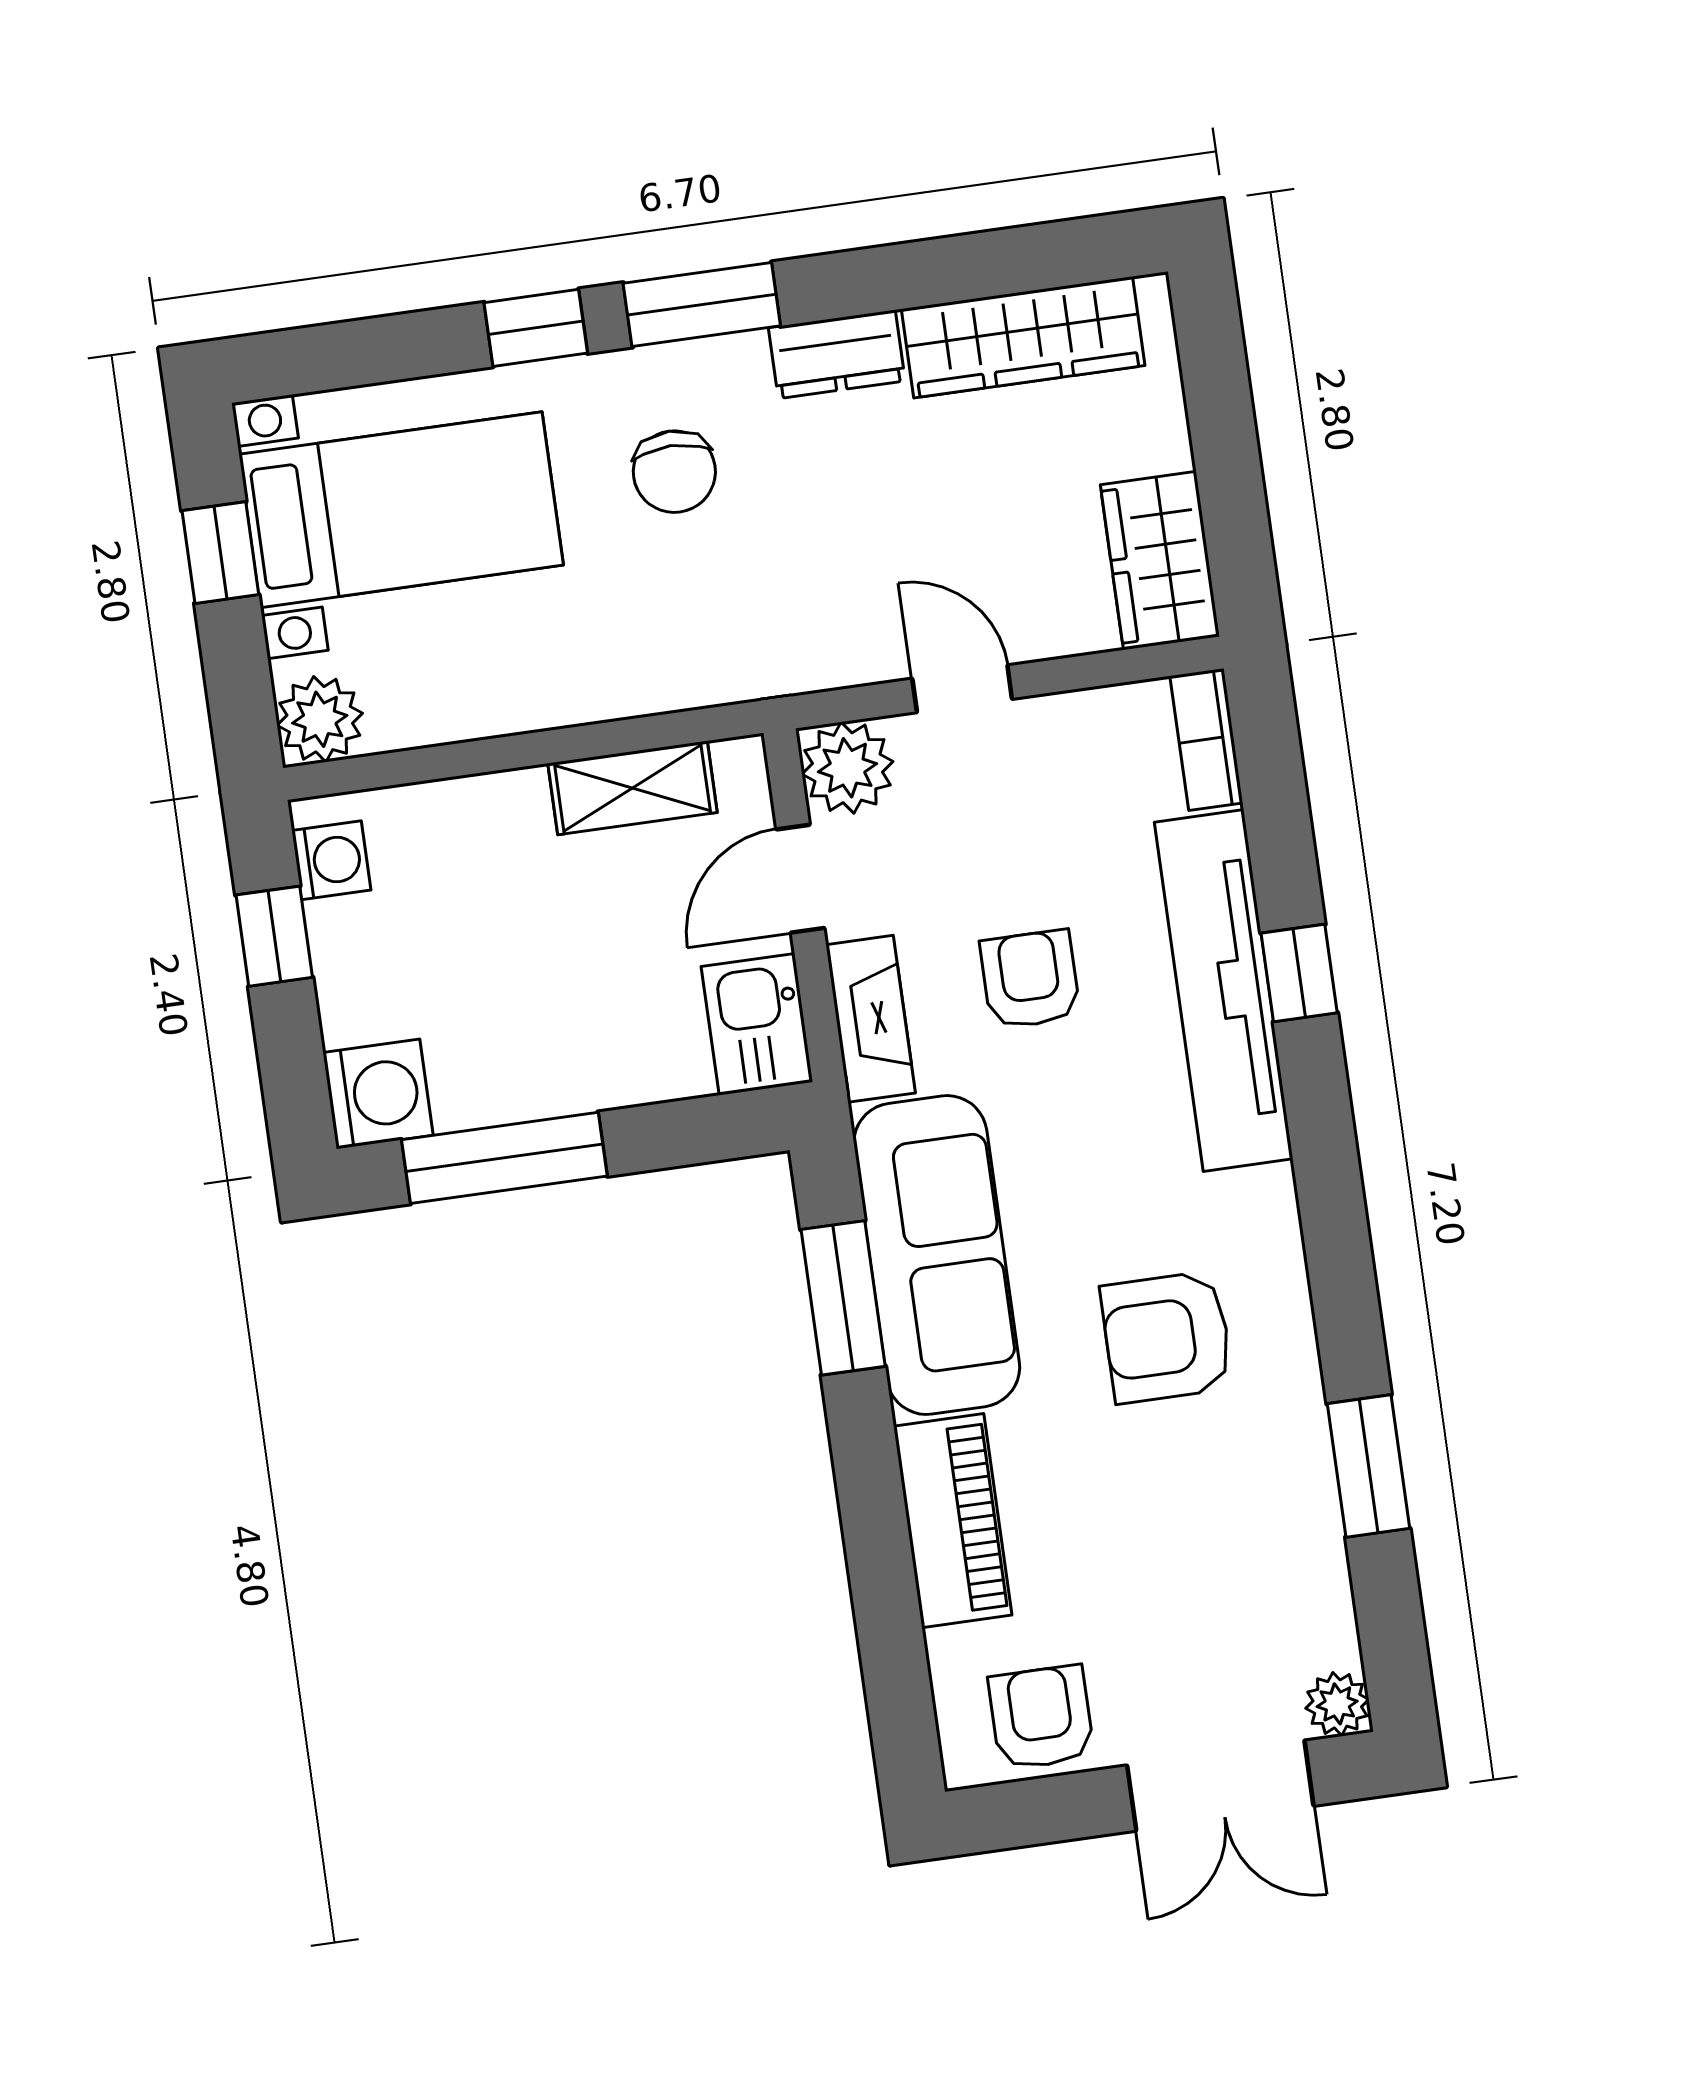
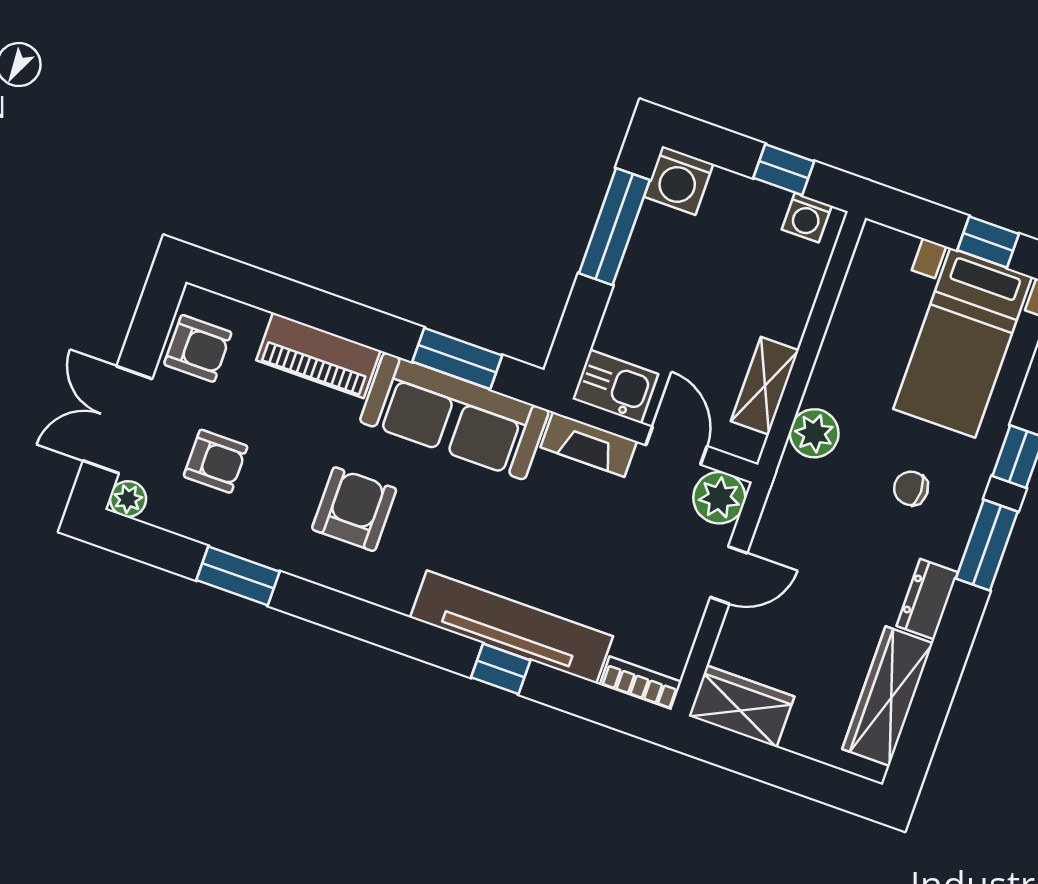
chair: (674, 472) -> (911, 488), width x0.73, depth x0.73
plant: (320, 719) -> (814, 433), moved
armchair: (1030, 979) -> (216, 461), moved

